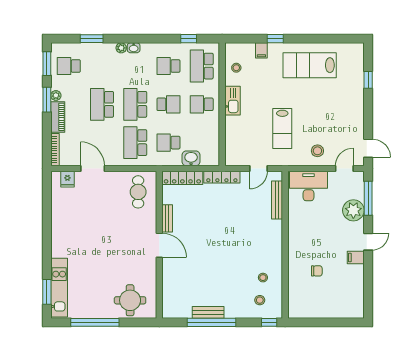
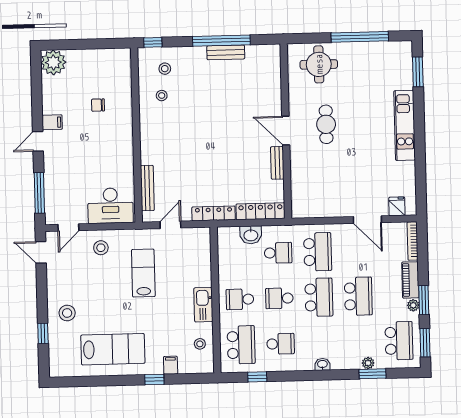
plant: (121, 48) -> (368, 363), moved
school desk: (69, 66) -> (399, 341), width x1.85
stool: (347, 97) -> (67, 313), added
school desk: (202, 104) -> (240, 299), turned 180
cafe table: (138, 192) -> (326, 124), moved
plant: (353, 210) -> (53, 62), moved
kitchen unit: (59, 288) -> (405, 125), moved

